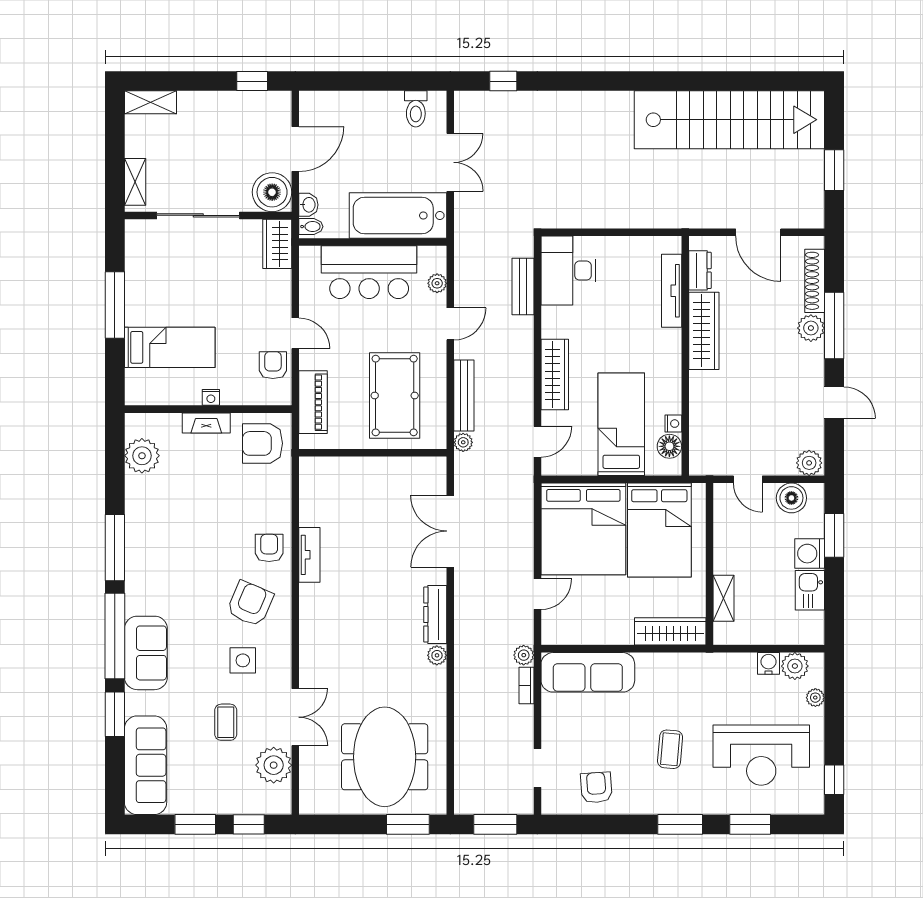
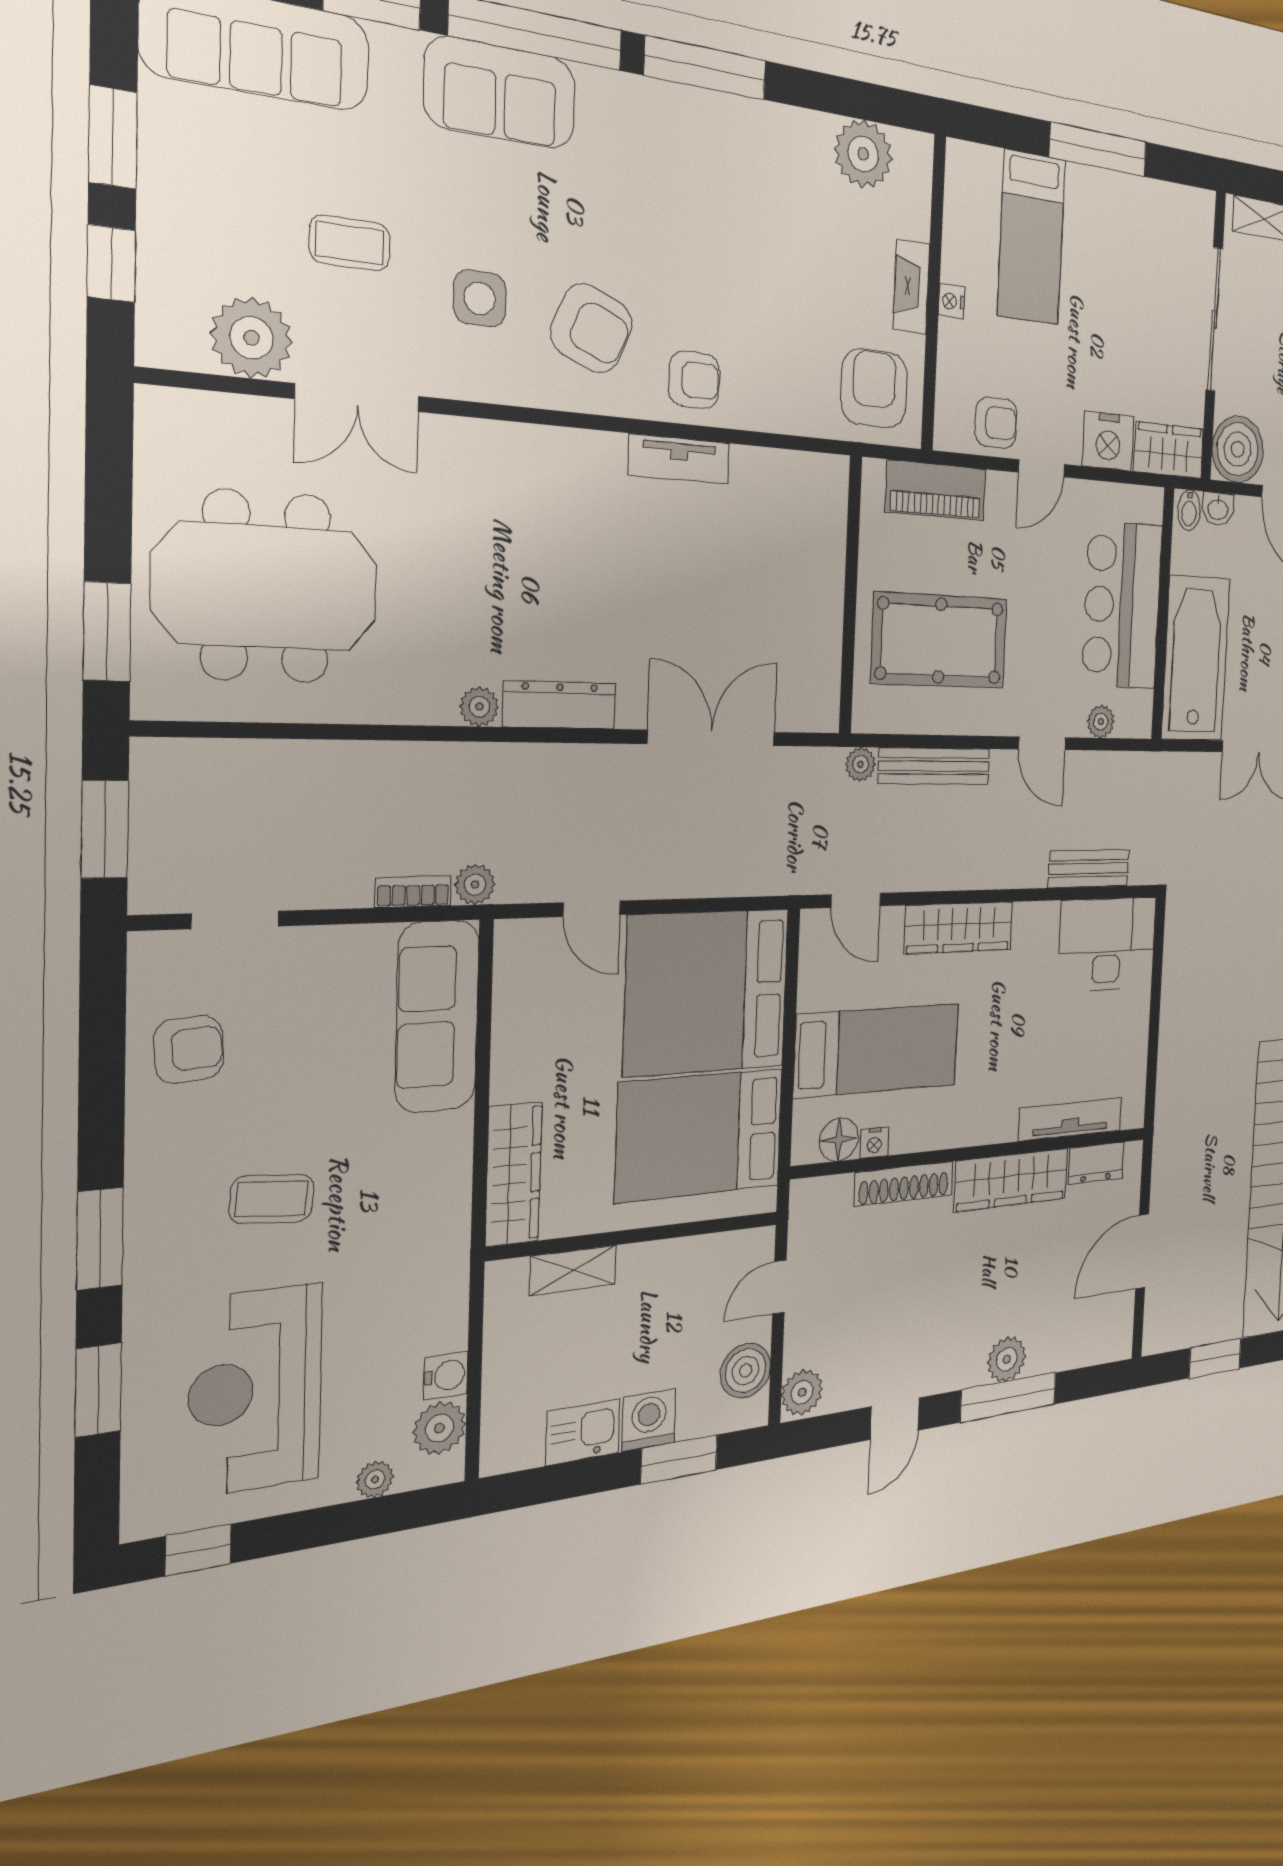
shoe rack: (815, 281) -> (904, 1184), moved, turned 180
nightstand: (276, 288) -> (1108, 441), added

